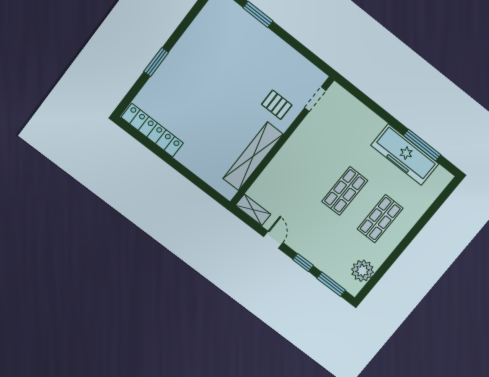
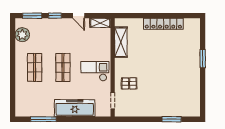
locker: (152, 130) -> (163, 24), moved
checkout: (308, 155) -> (95, 71), added
freezer: (405, 155) -> (75, 108), moved
shelving: (253, 156) -> (121, 42), width x0.68

